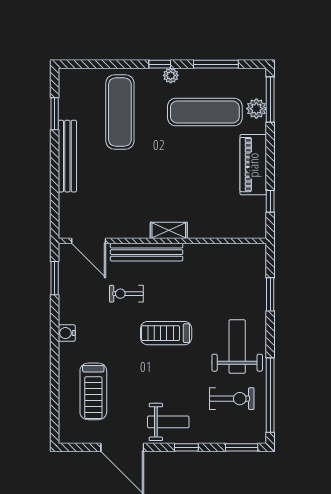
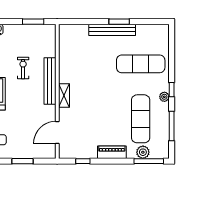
window: (55, 114) -> (119, 22), moved
piano: (253, 165) -> (112, 152), width x0.73, depth x0.75
door: (89, 241) -> (57, 133), moved

